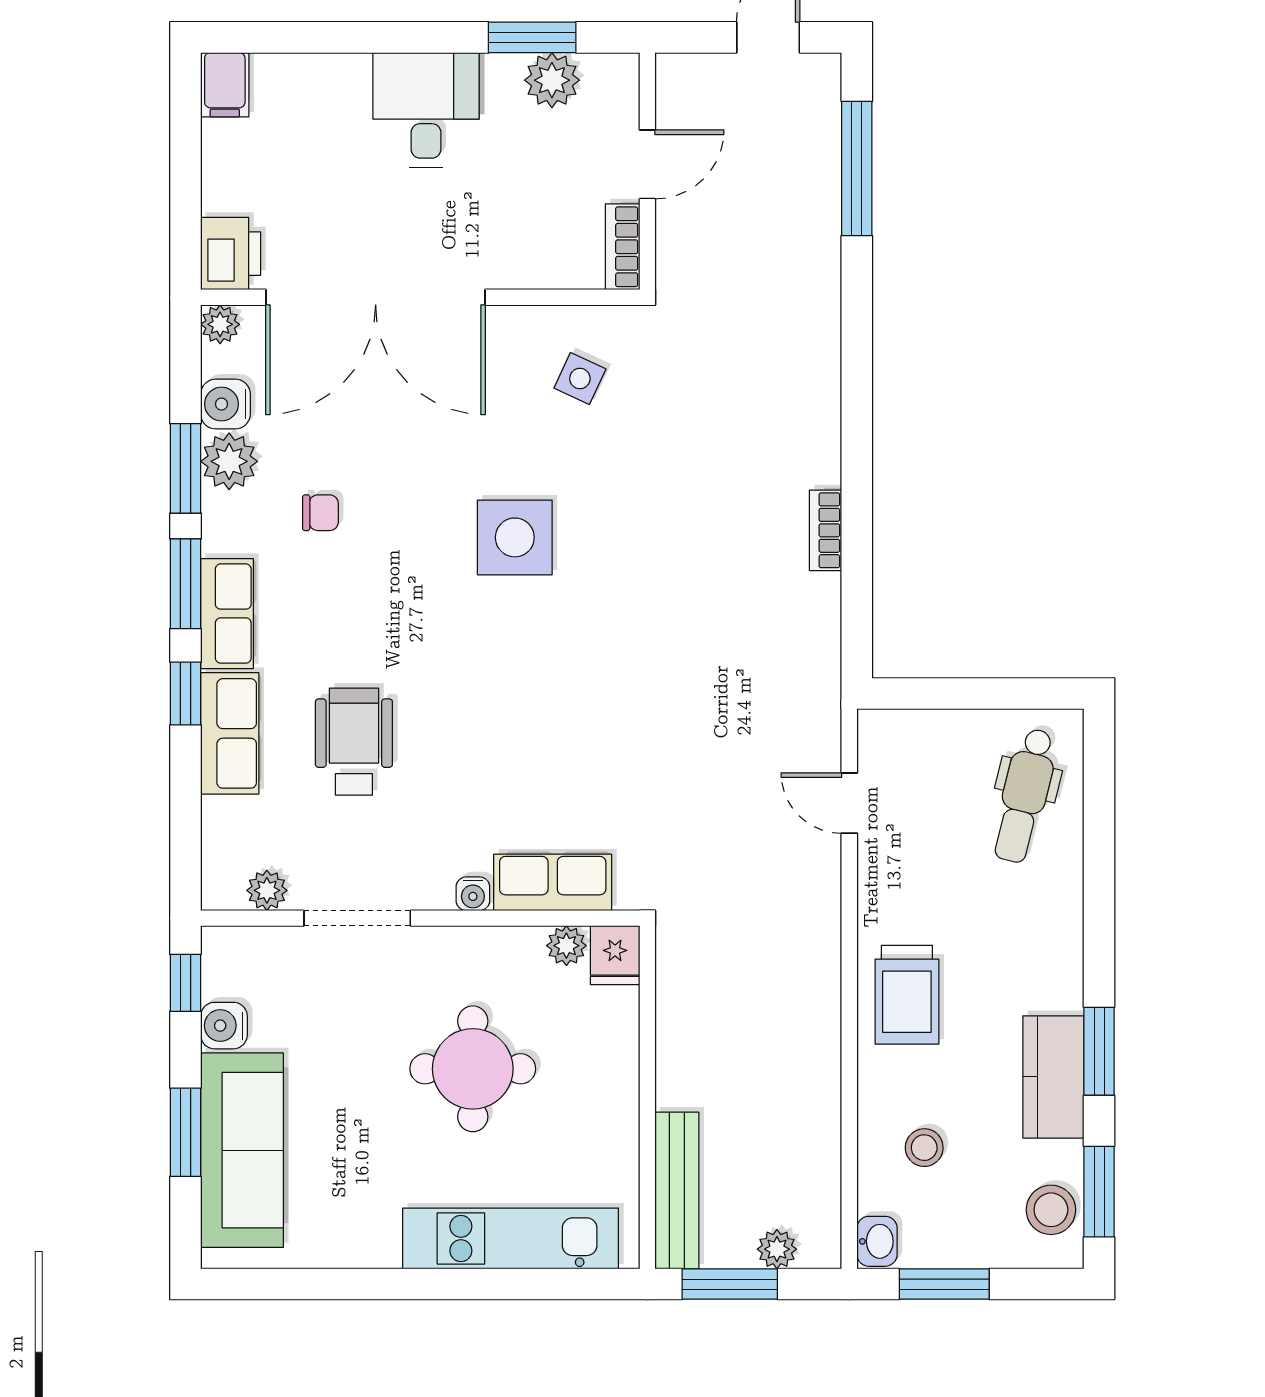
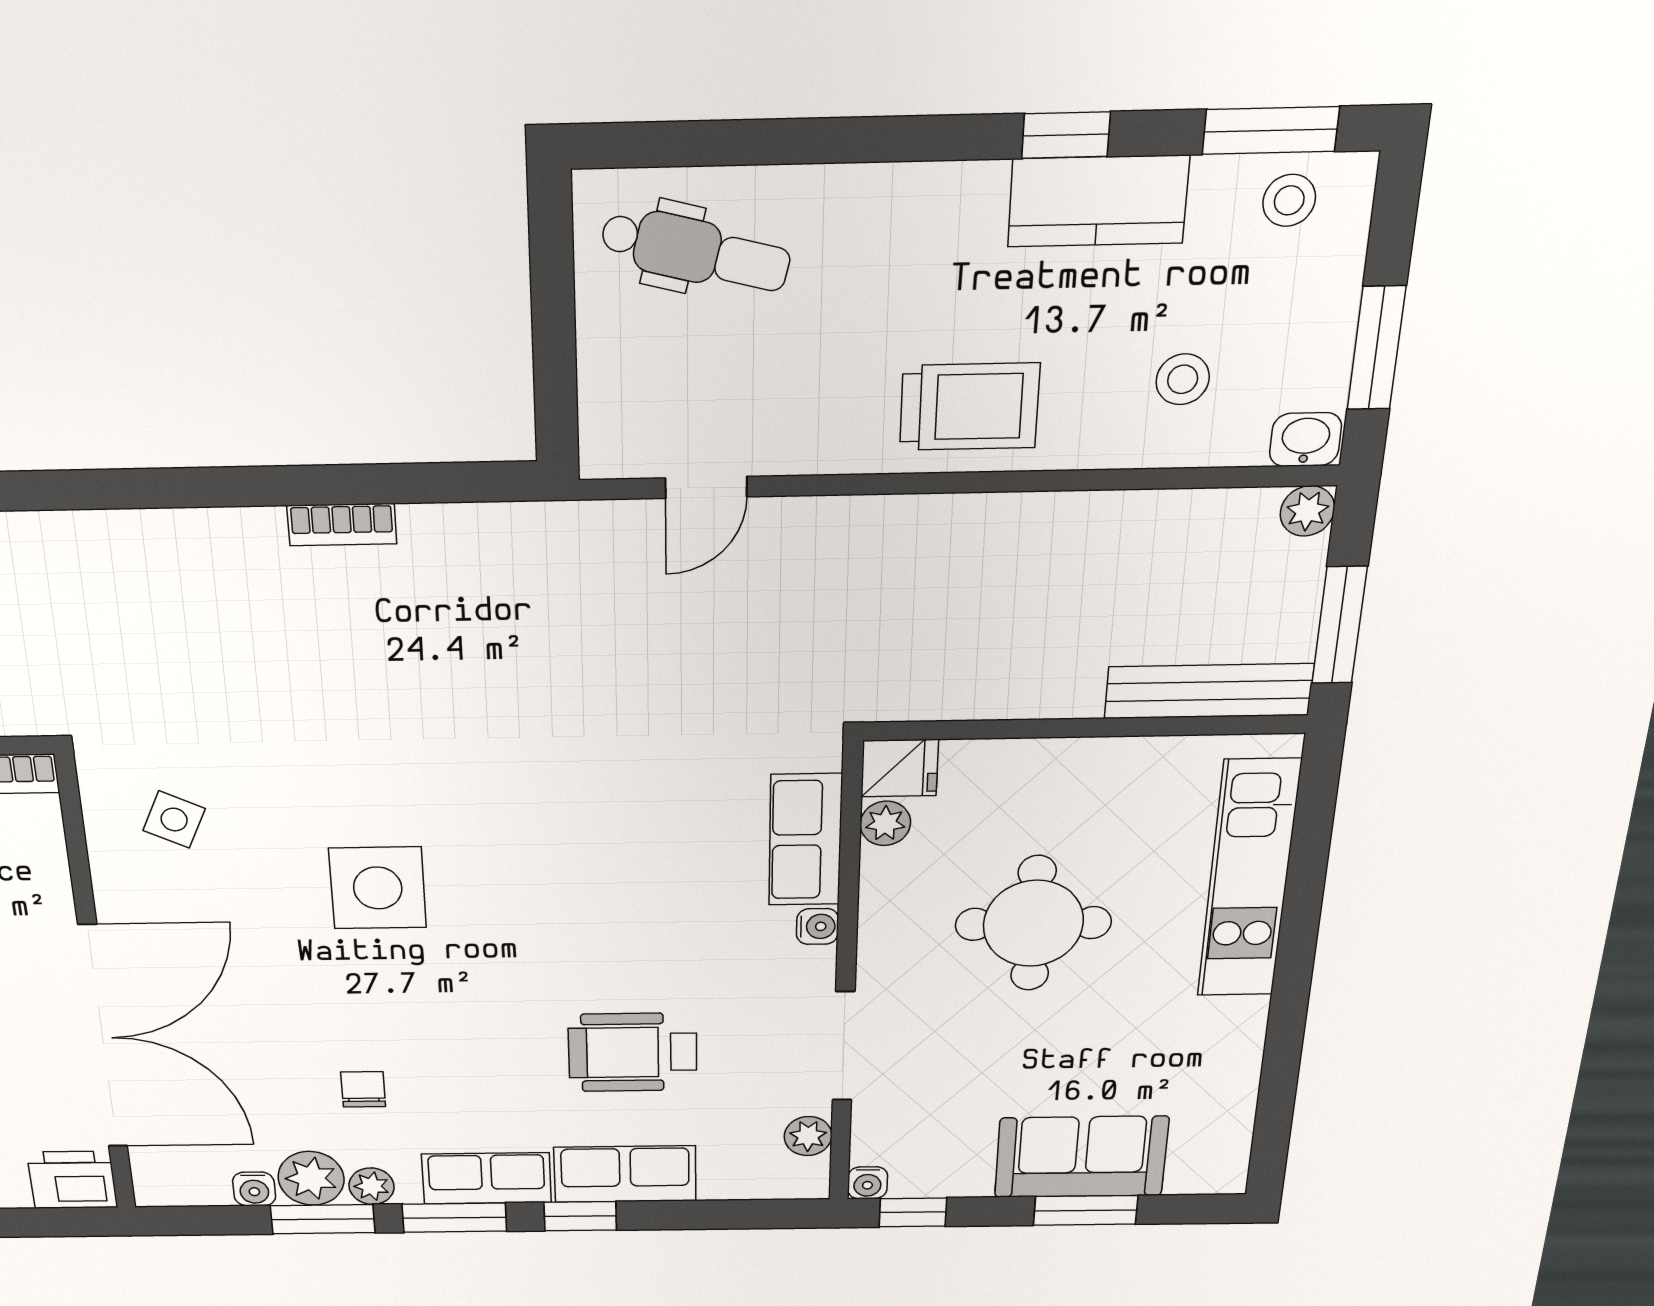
plant: (220, 324) -> (372, 1186), moved
water cooler: (225, 404) -> (254, 1189), width x0.72, depth x0.72
water cooler: (224, 1026) -> (868, 1183), moved, width x0.72, depth x0.72
window: (1099, 1051) -> (1066, 135), width x0.67
sofa: (242, 1150) -> (1081, 1157), width x0.73
stool: (1051, 1210) -> (1289, 200), width x0.73, depth x0.73
plant: (777, 1249) -> (1307, 511), moved

